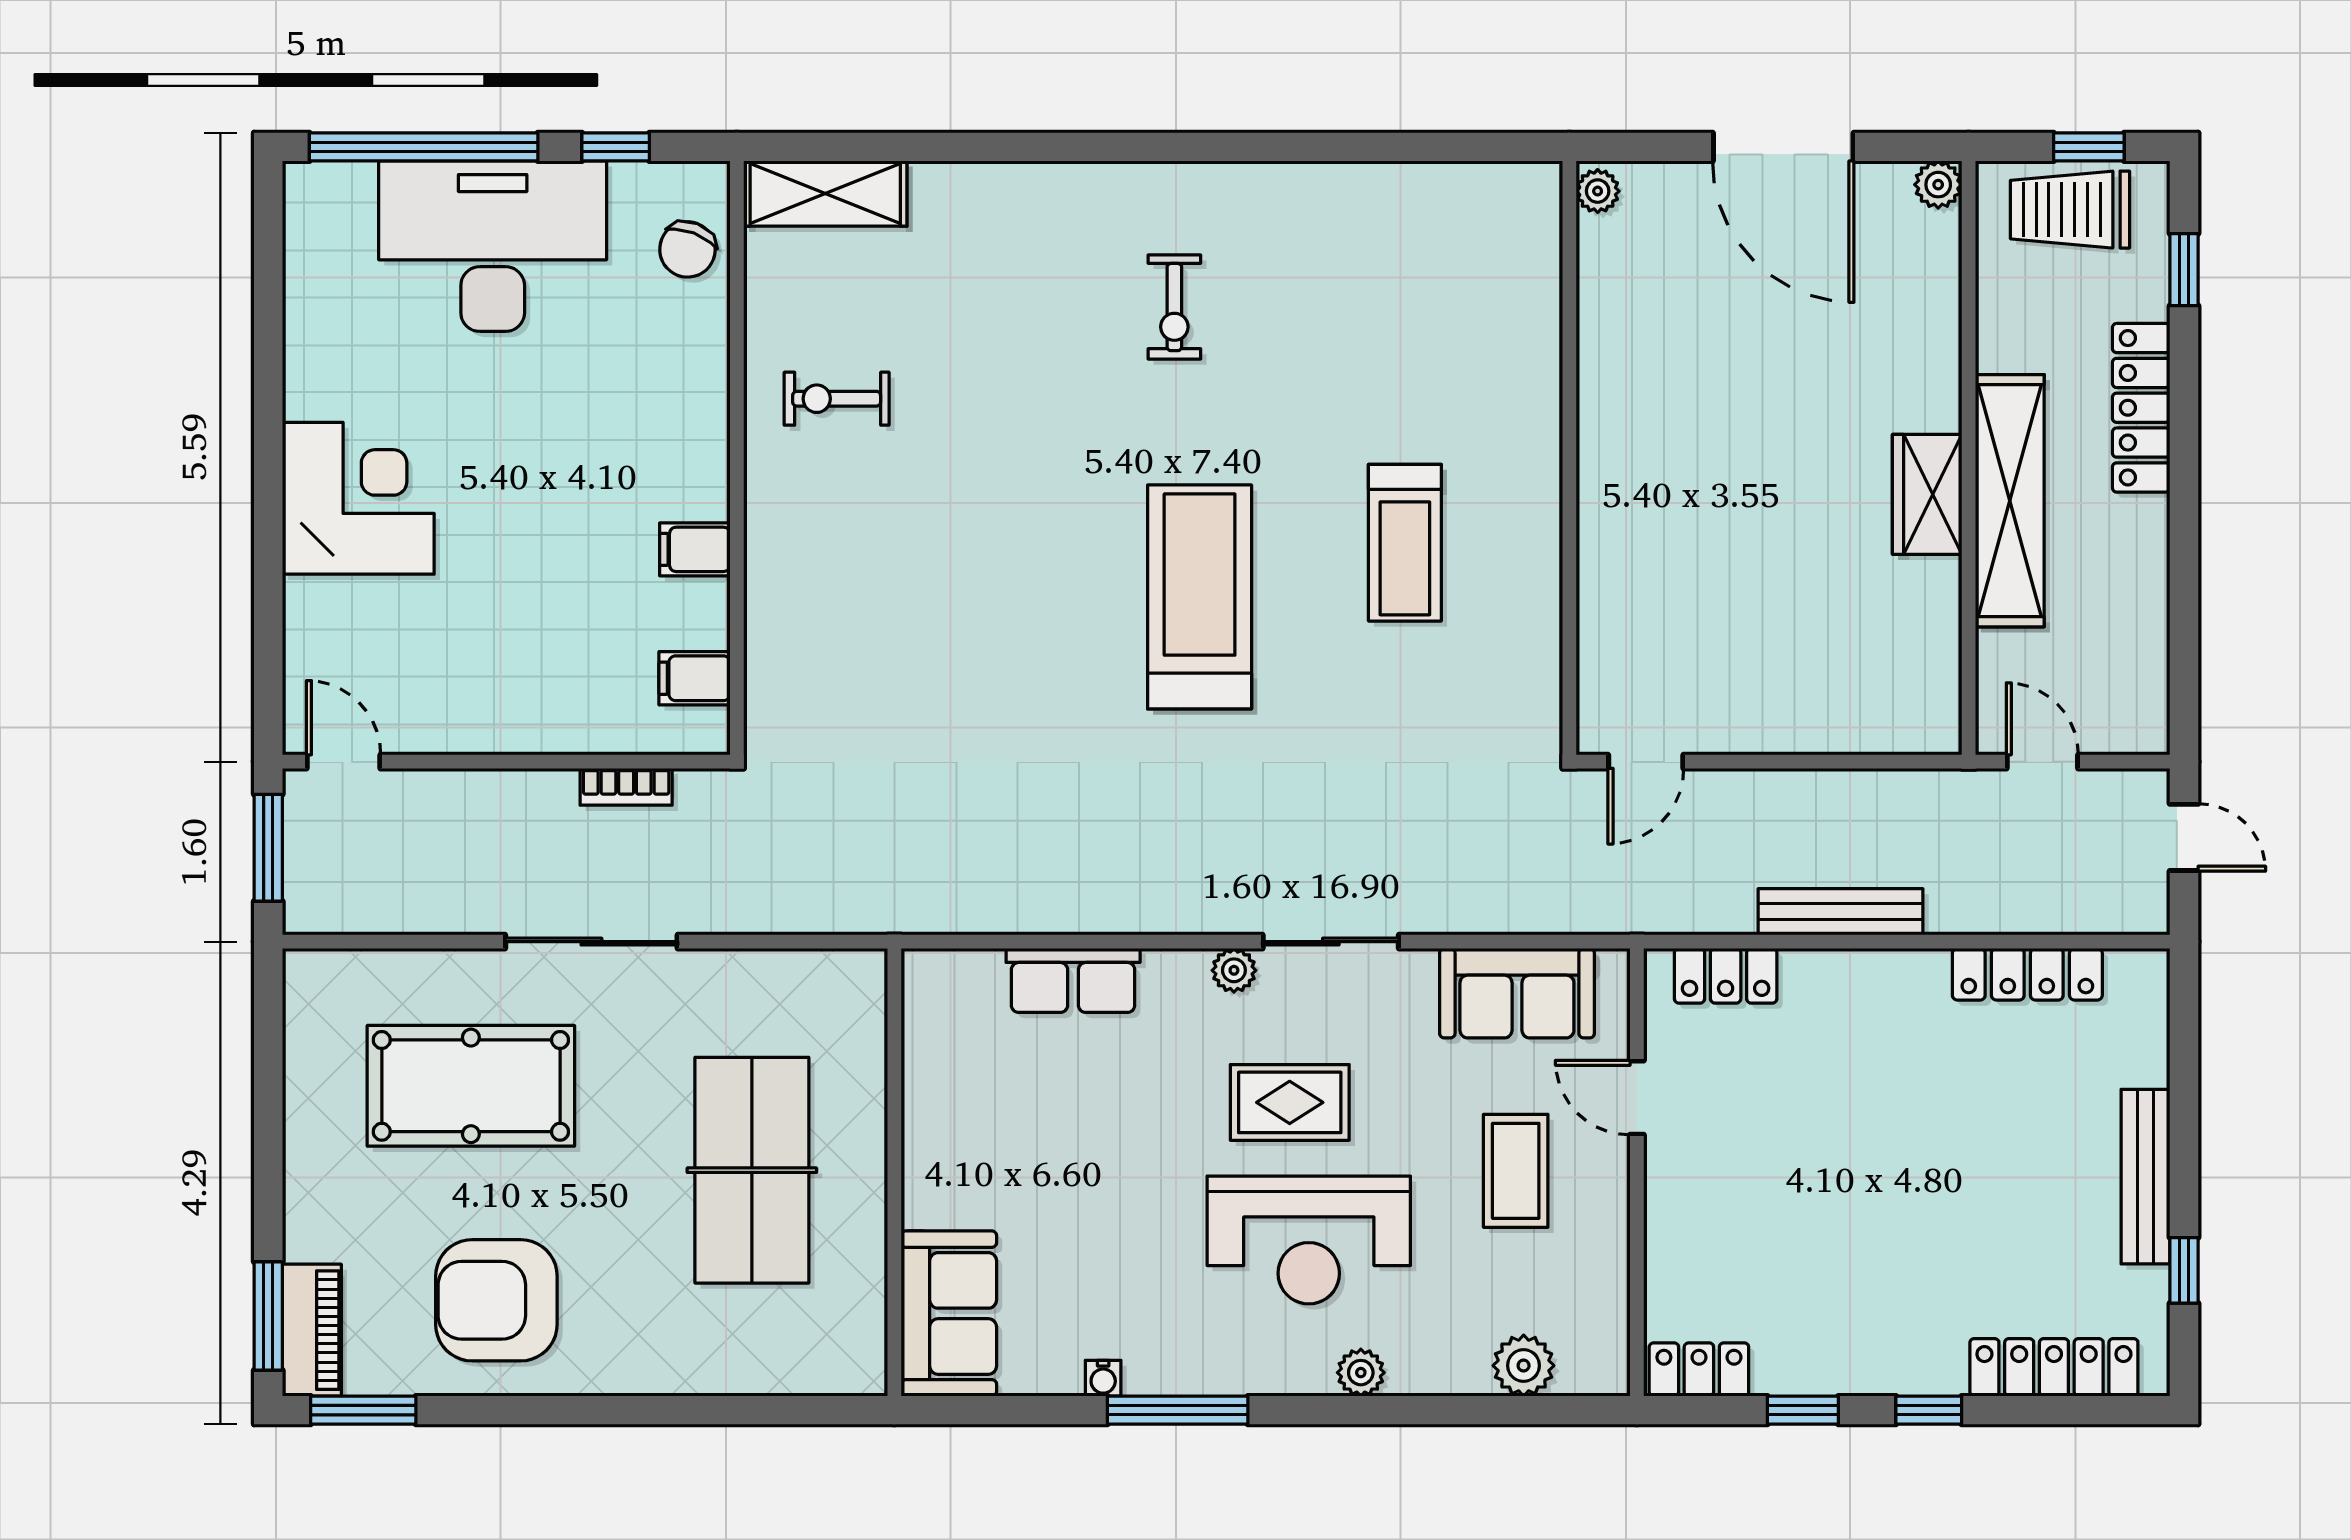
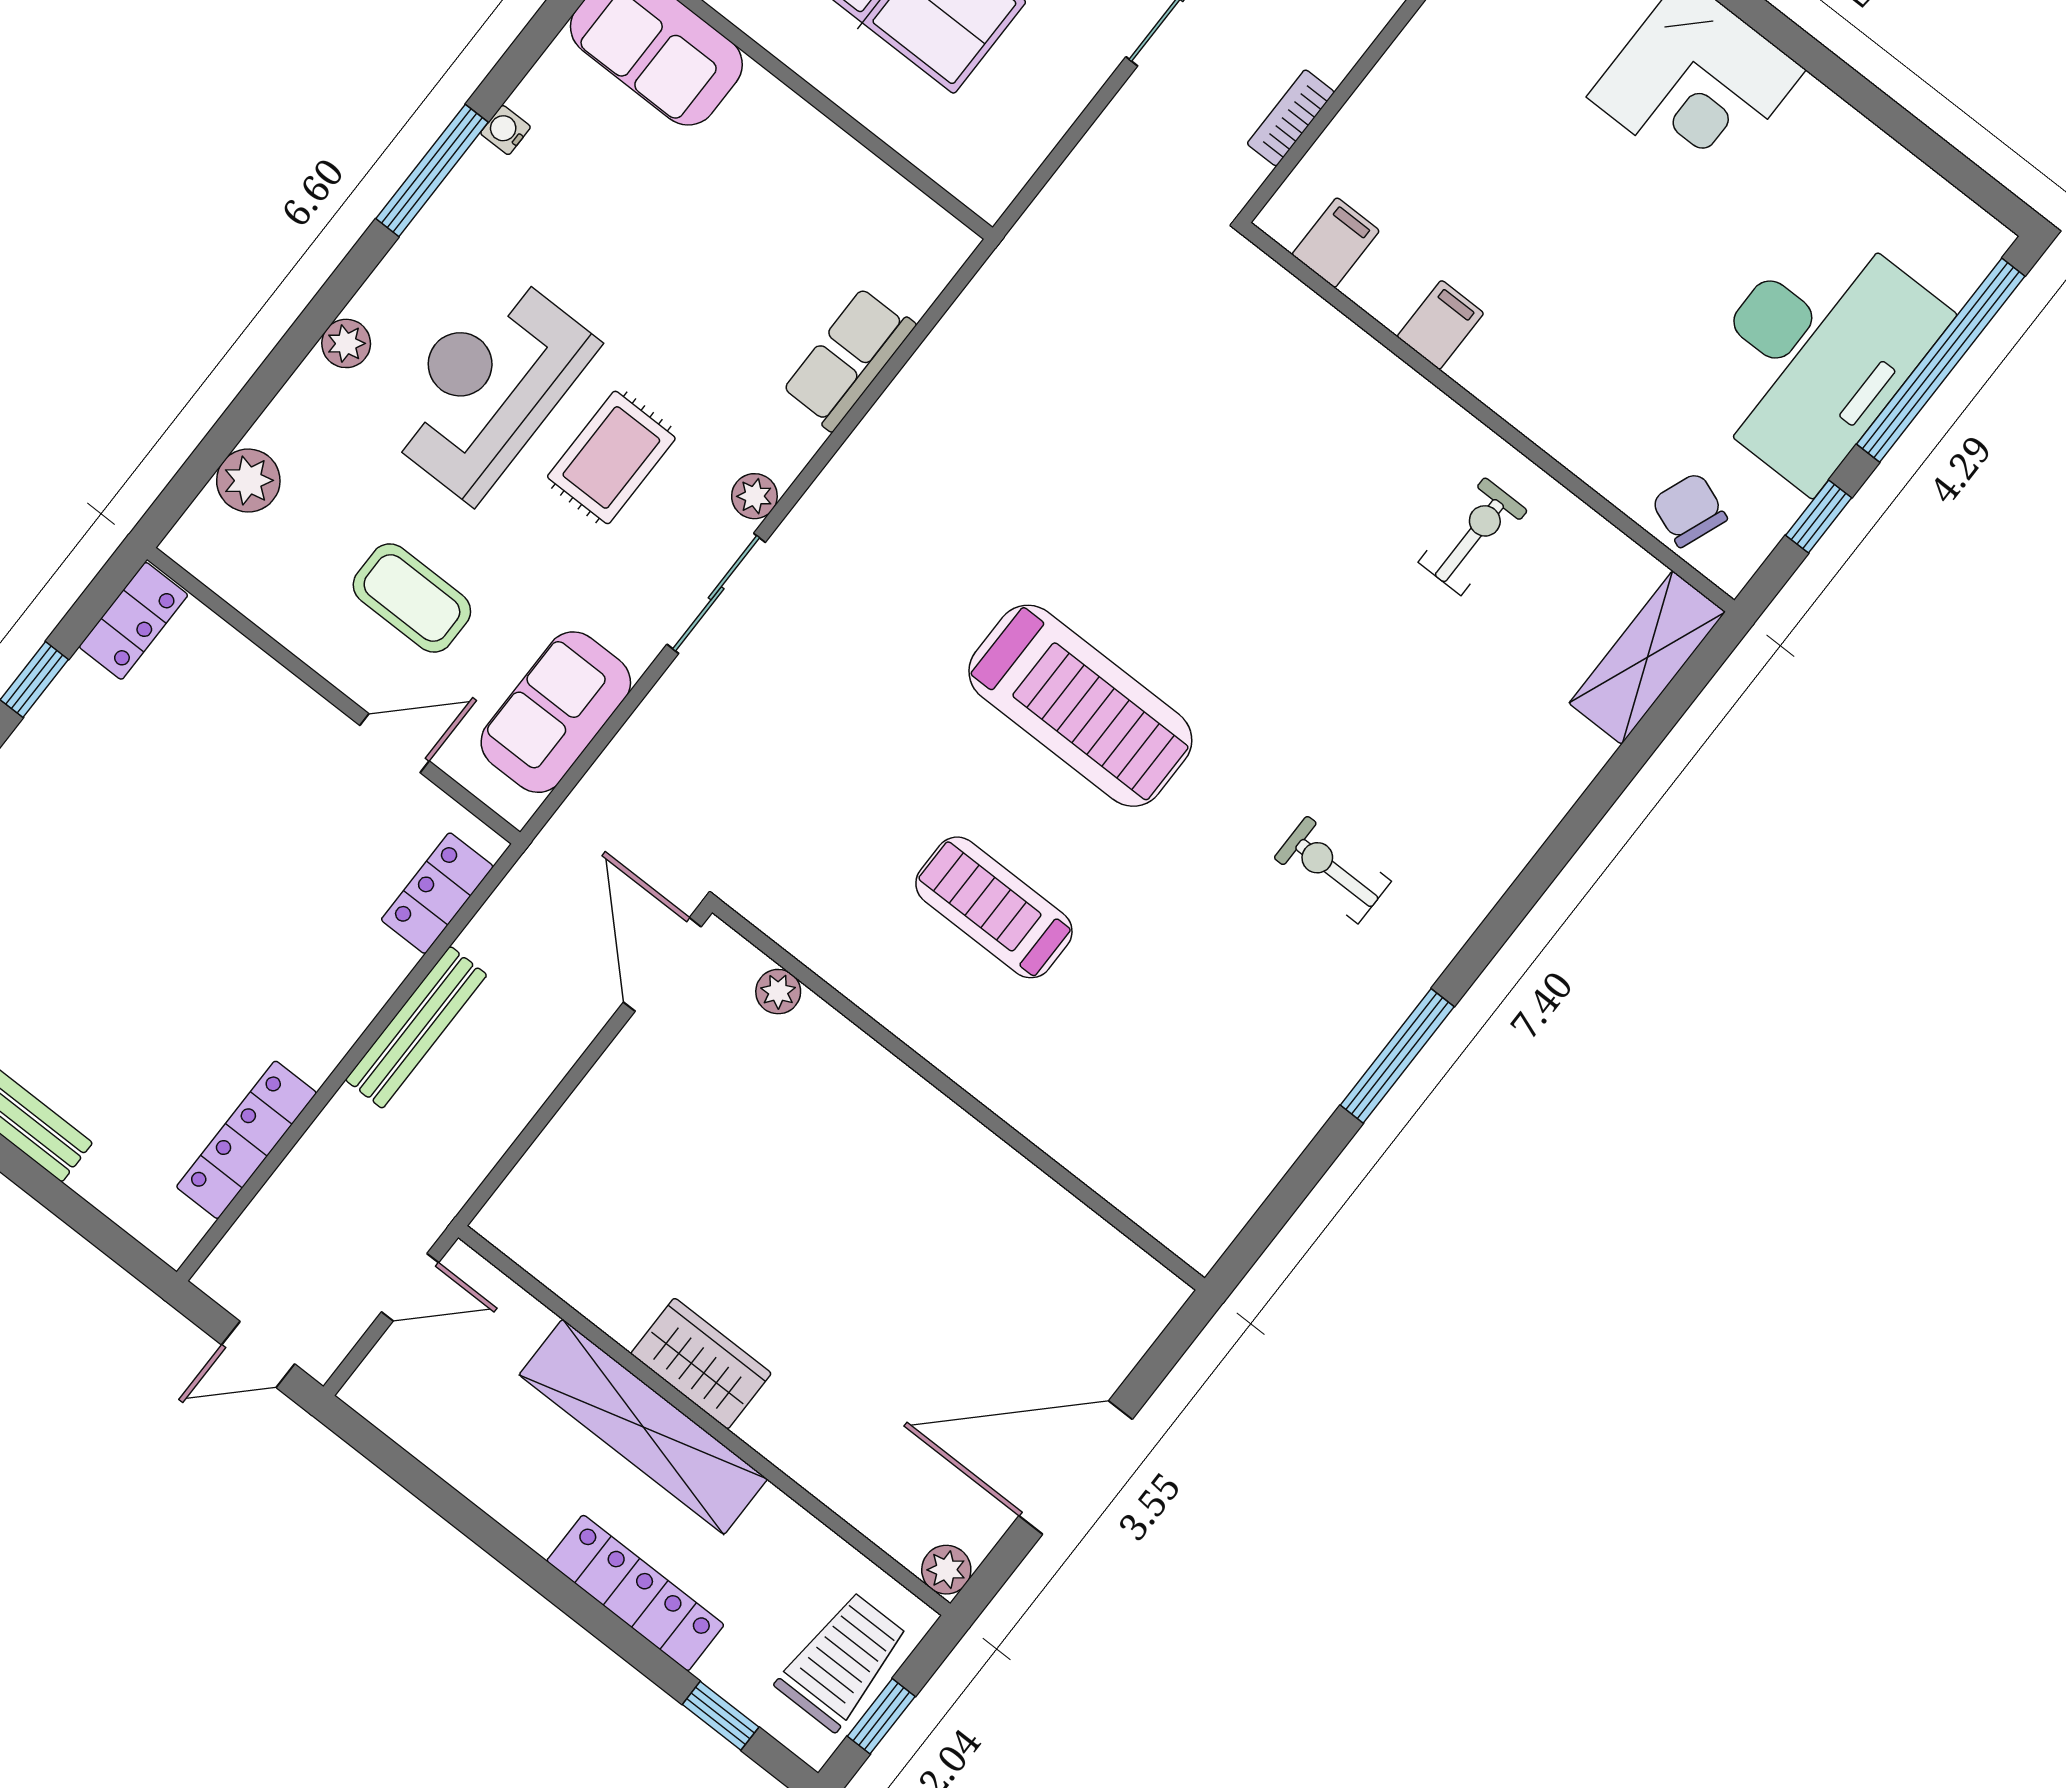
window: (1278, 147) -> (1397, 1056), added
plant: (1598, 191) -> (778, 992), moved
door: (1646, 762) -> (662, 964), width x1.37

